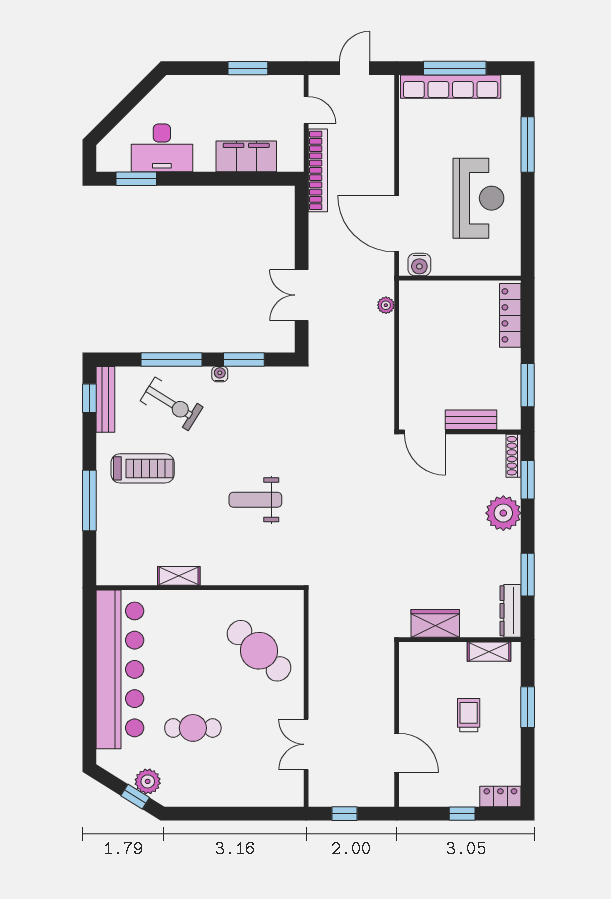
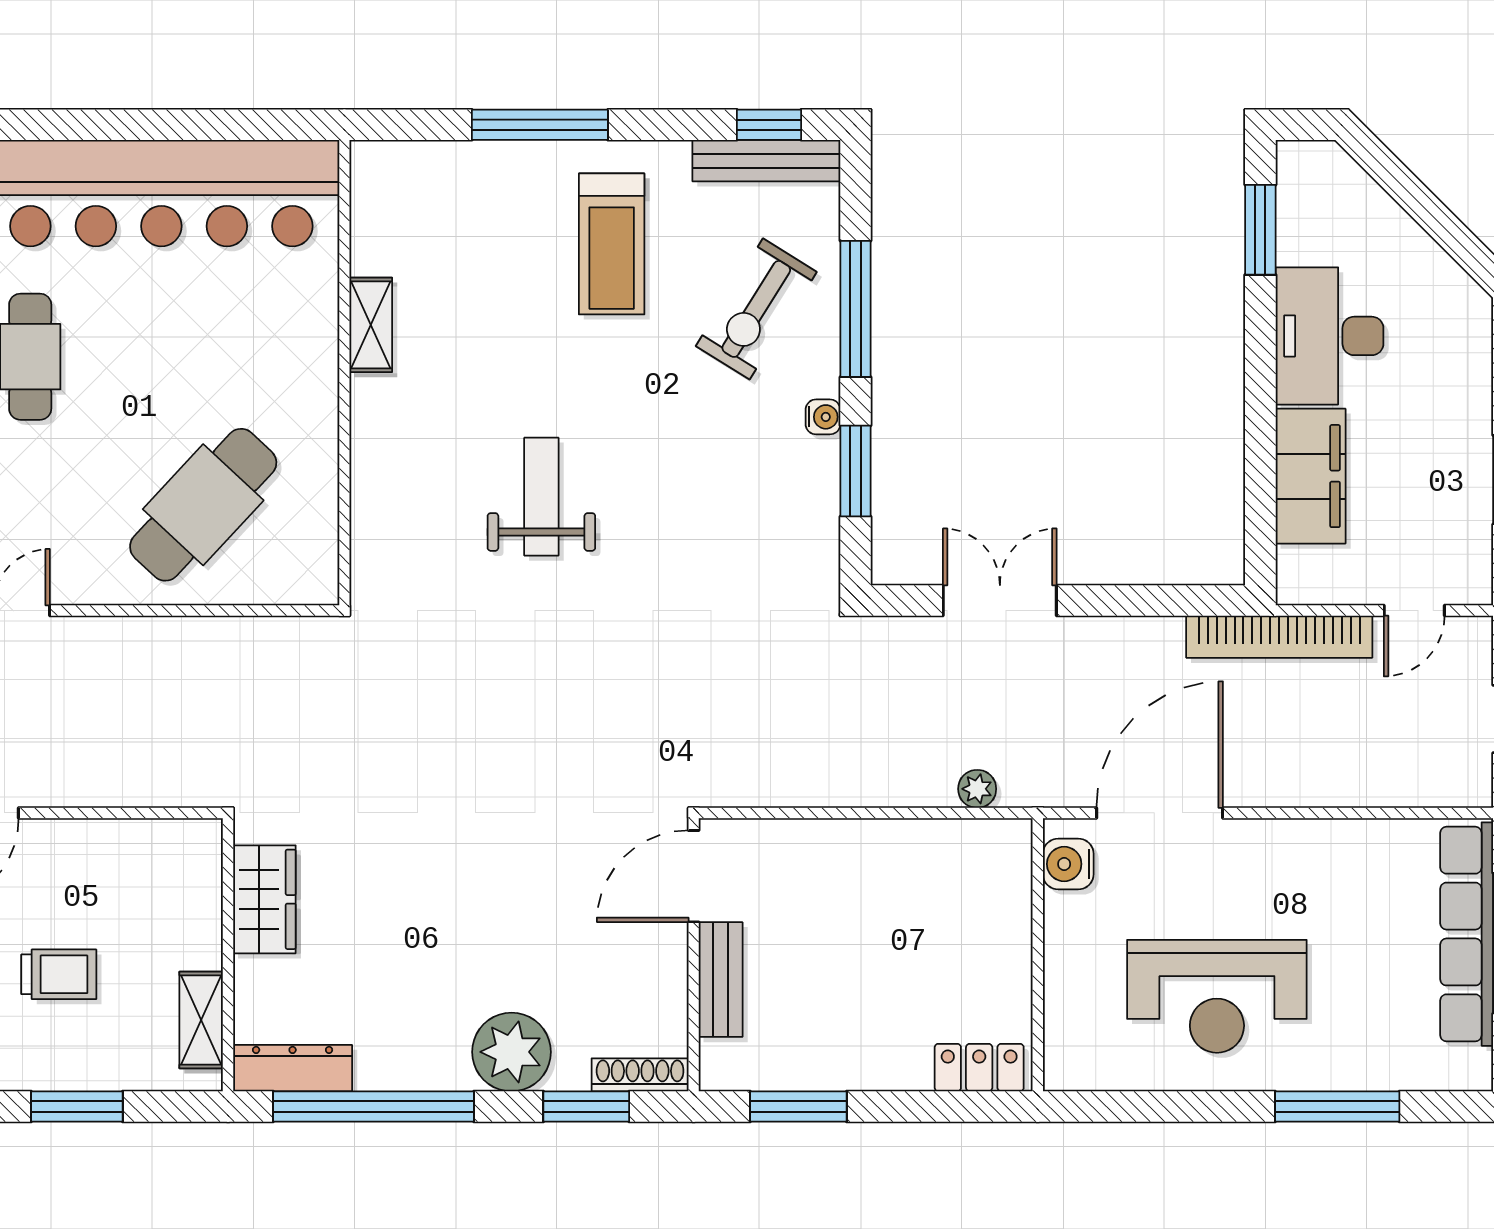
desk: (162, 148) -> (1330, 336), moved
locker: (510, 315) -> (979, 1068), width x0.66
window: (528, 575) -> (374, 1107), width x2.11

